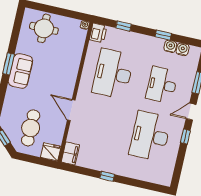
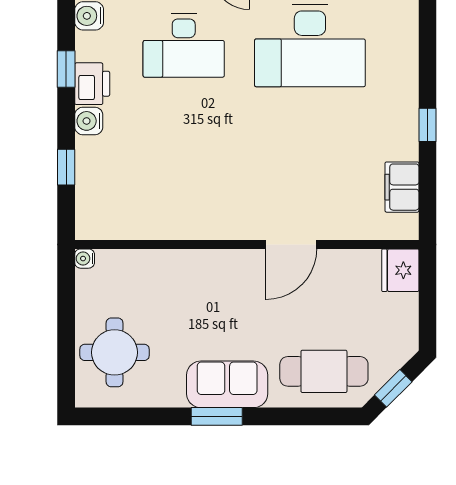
printer: (98, 33) -> (92, 84), moved, turned 90
water cooler: (170, 46) -> (89, 121), moved
desk: (113, 74) -> (184, 166), removed
cafe table: (31, 128) -> (324, 371), moved
filing cabinet: (70, 153) -> (402, 187), moved, turned -90

